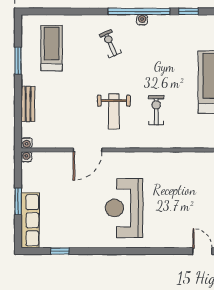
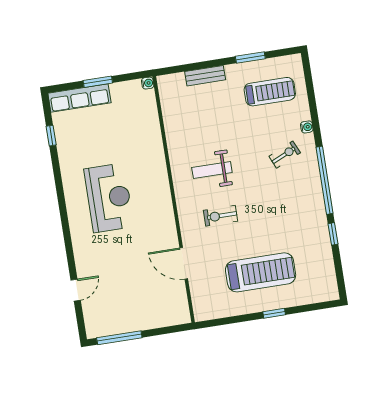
water cooler: (142, 20) -> (307, 127), moved
exercise bike: (156, 110) -> (220, 216), turned 180
water cooler: (27, 143) -> (163, 81), removed
door: (88, 150) -> (184, 263), moved
reception desk: (124, 208) -> (109, 198), turned 90

